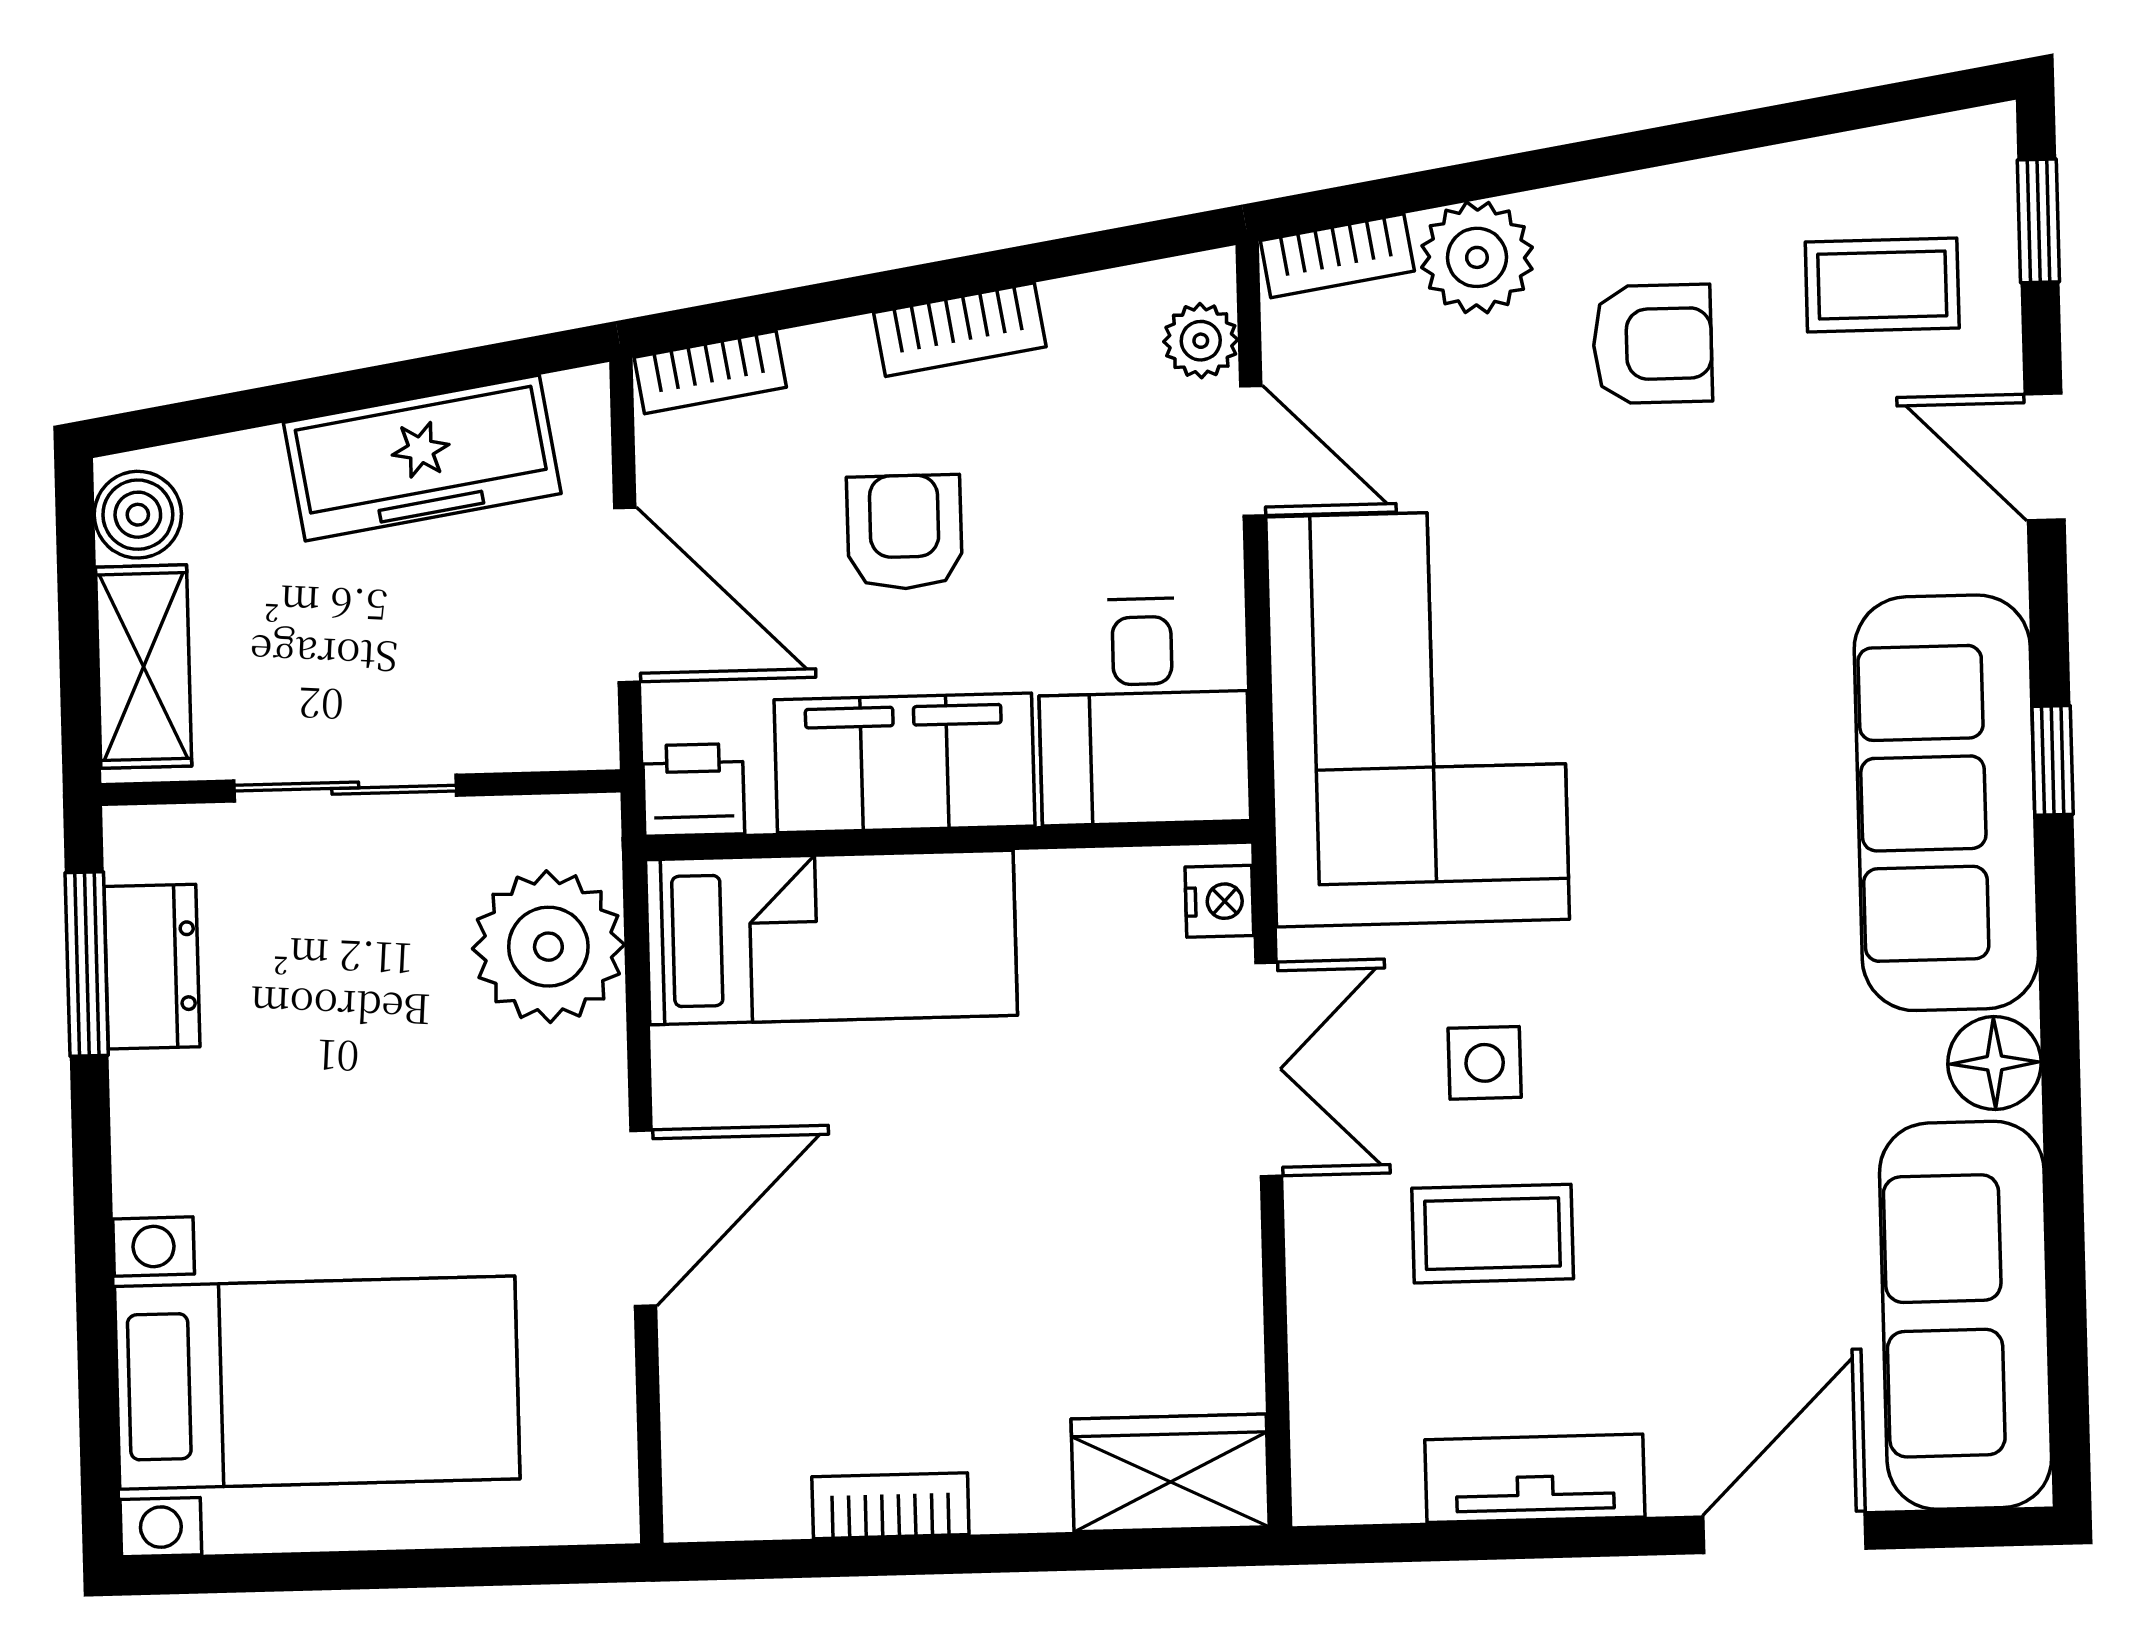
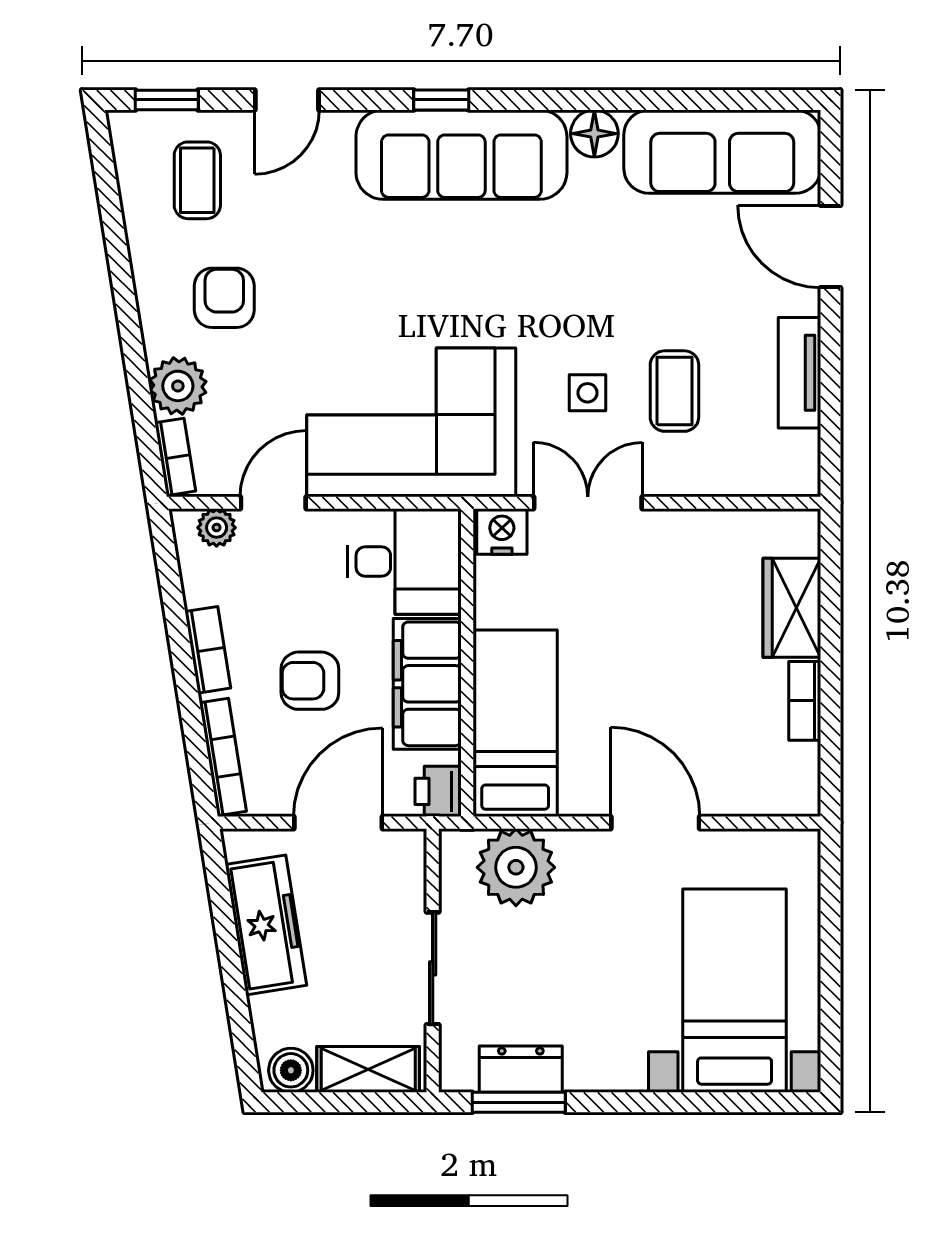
bookcase: (710, 372) -> (223, 757), width x1.56
nightstand: (1219, 901) -> (502, 531), width x1.39, depth x1.35
wardrobe: (1170, 1473) -> (792, 608), moved

